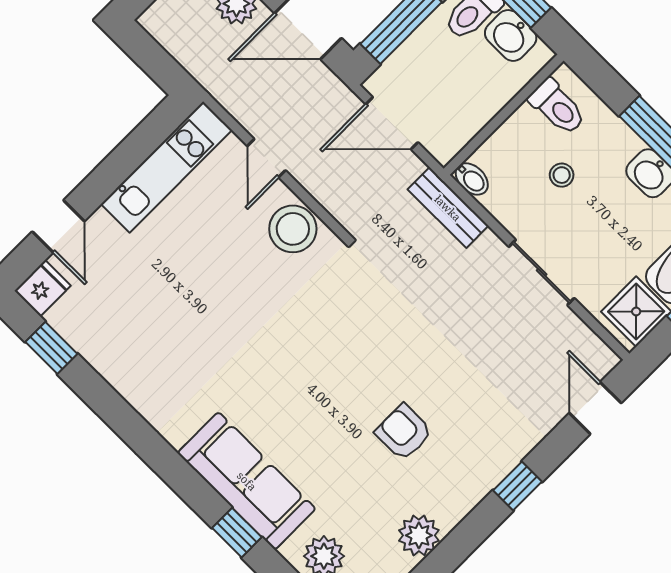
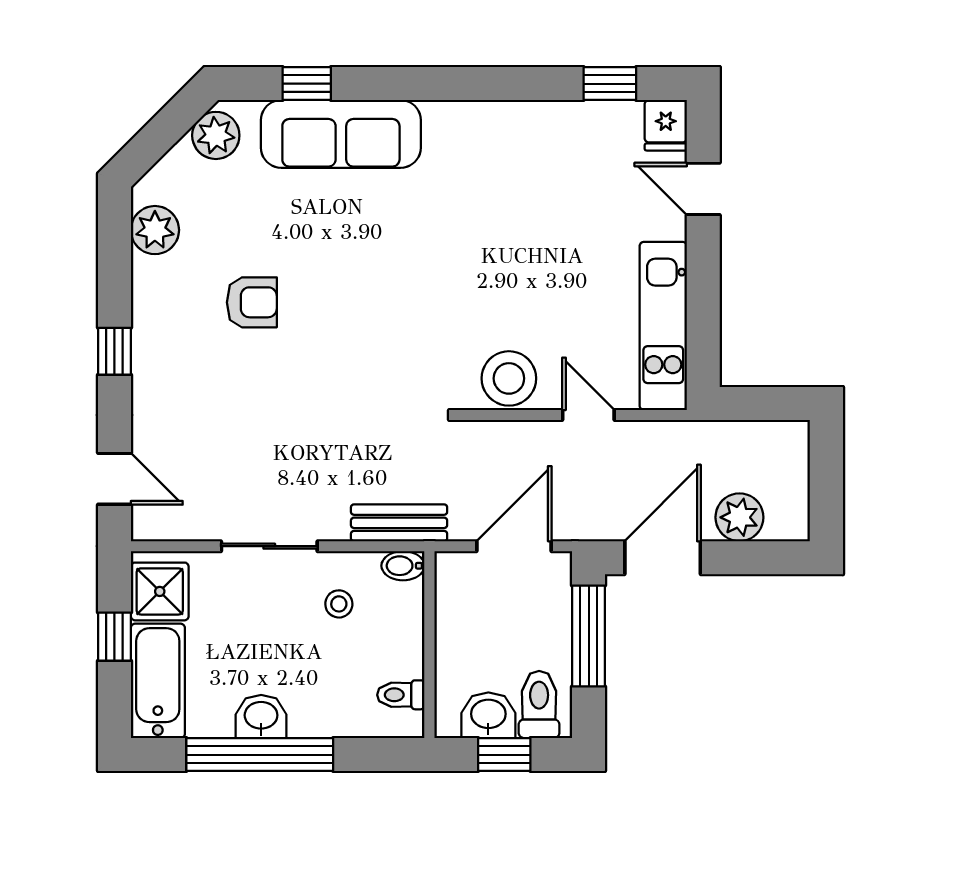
toilet: (557, 107) -> (401, 695), width x0.73, depth x0.72
stool: (562, 175) -> (339, 604), moved

